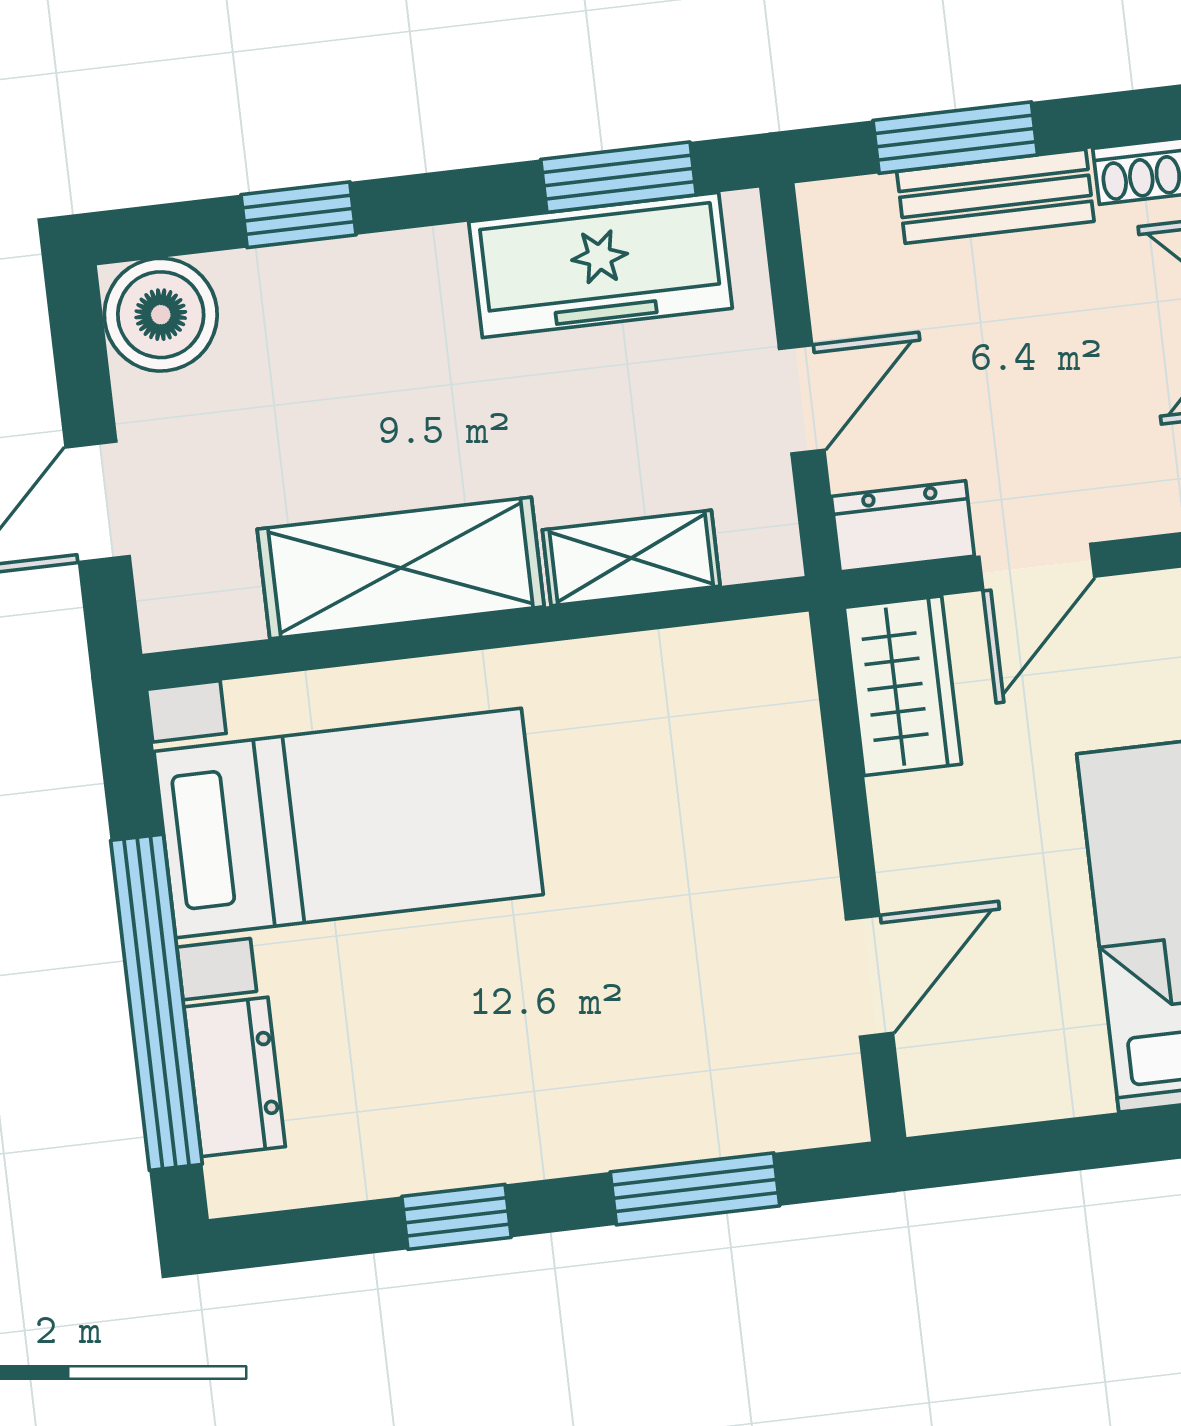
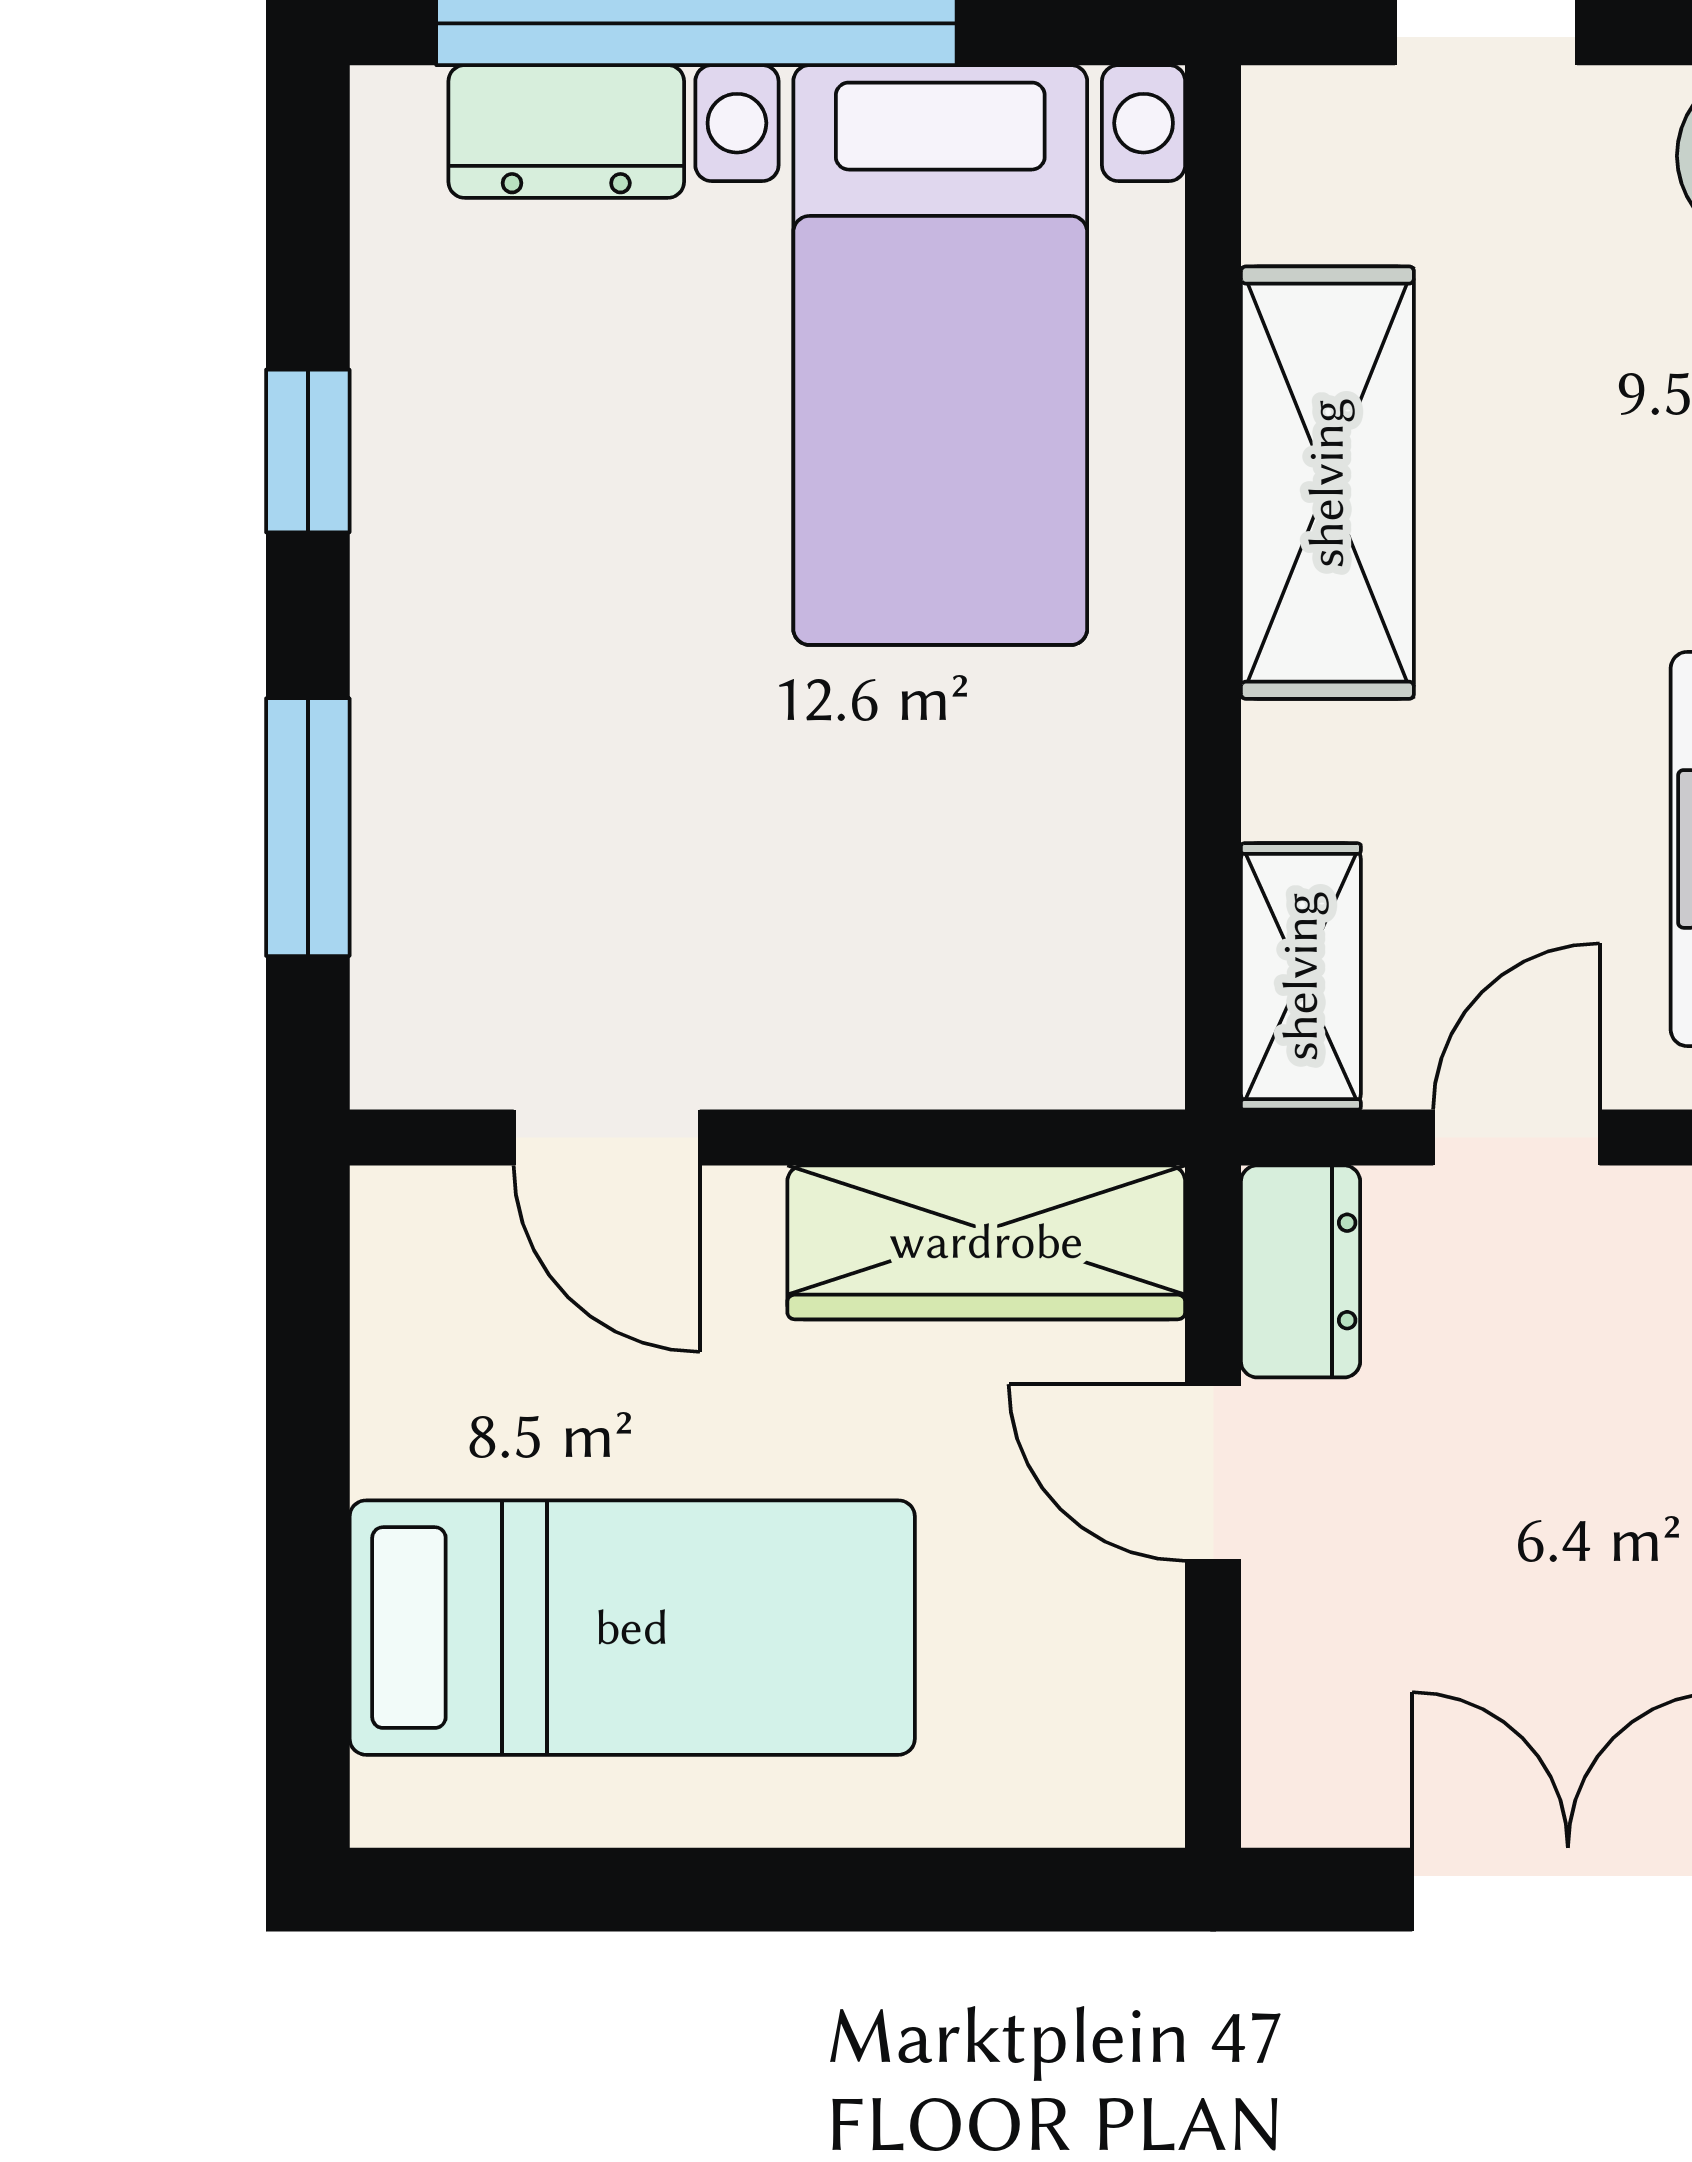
door: (802, 399) -> (1516, 1138), swing flipped
shelving: (631, 558) -> (1301, 976), moved
wardrobe: (903, 686) -> (986, 1242), width x1.50

